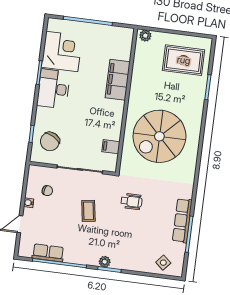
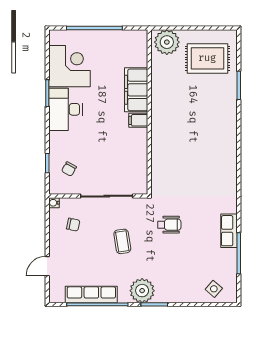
plant: (145, 36) -> (167, 42), width x1.87, depth x1.87
spiral stairs: (159, 136) -> (191, 147), removed
chair: (50, 141) -> (69, 169), width x0.54, depth x0.54
filing cabinet: (111, 147) -> (138, 120), moved
water cooler: (29, 203) -> (54, 203), moved
row of seats: (182, 221) -> (229, 231), width x0.68
row of seats: (48, 253) -> (91, 294), width x1.48
plant: (105, 262) -> (142, 291), width x1.87, depth x1.87

